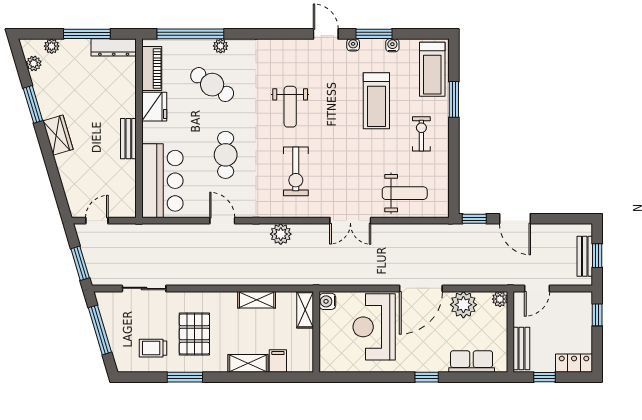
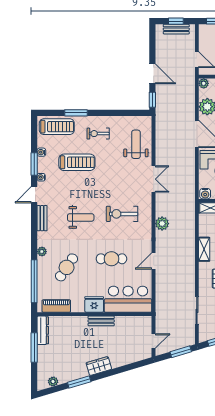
plant: (52, 46) -> (42, 370), removed
plant: (221, 46) -> (42, 252), moved
bench: (289, 46) -> (42, 218), added
fridge: (154, 107) -> (94, 304), moved
exercise bike: (296, 171) -> (122, 214), turned 180
door: (515, 219) -> (152, 74), hinge flipped
door: (97, 221) -> (154, 341), swing flipped
shelving: (257, 300) -> (204, 249), moved

